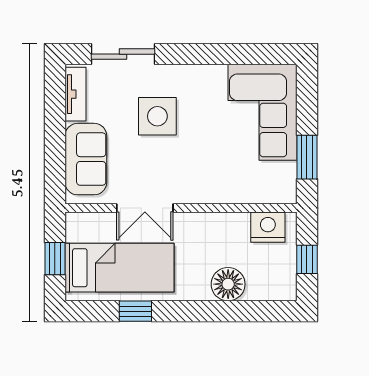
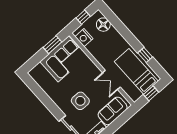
corner sofa: (262, 112) -> (63, 59), moved
double door: (145, 208) -> (111, 80), swing flipped
floor lamp: (228, 284) -> (103, 25), moved

